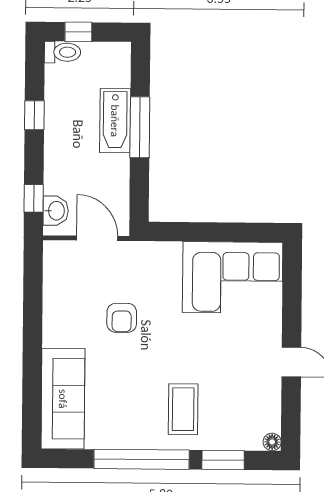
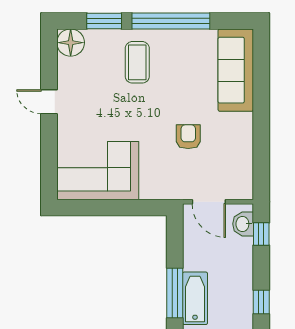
floor lamp: (272, 442) -> (71, 43), width x1.89, depth x1.89

